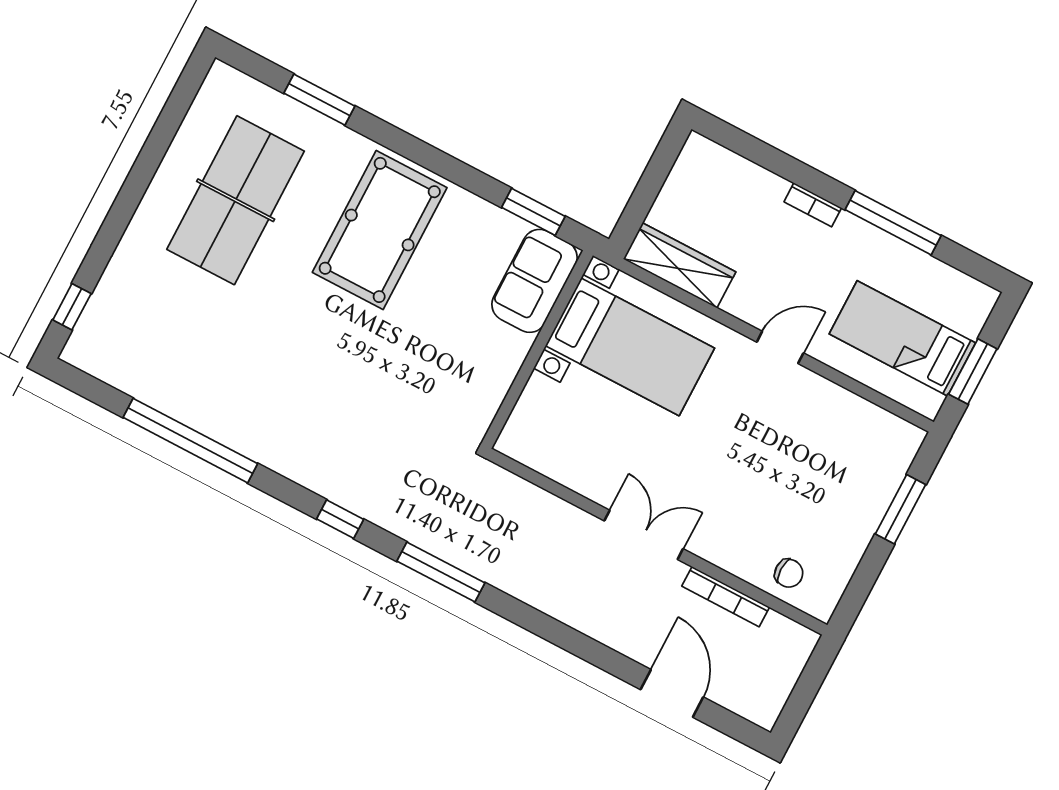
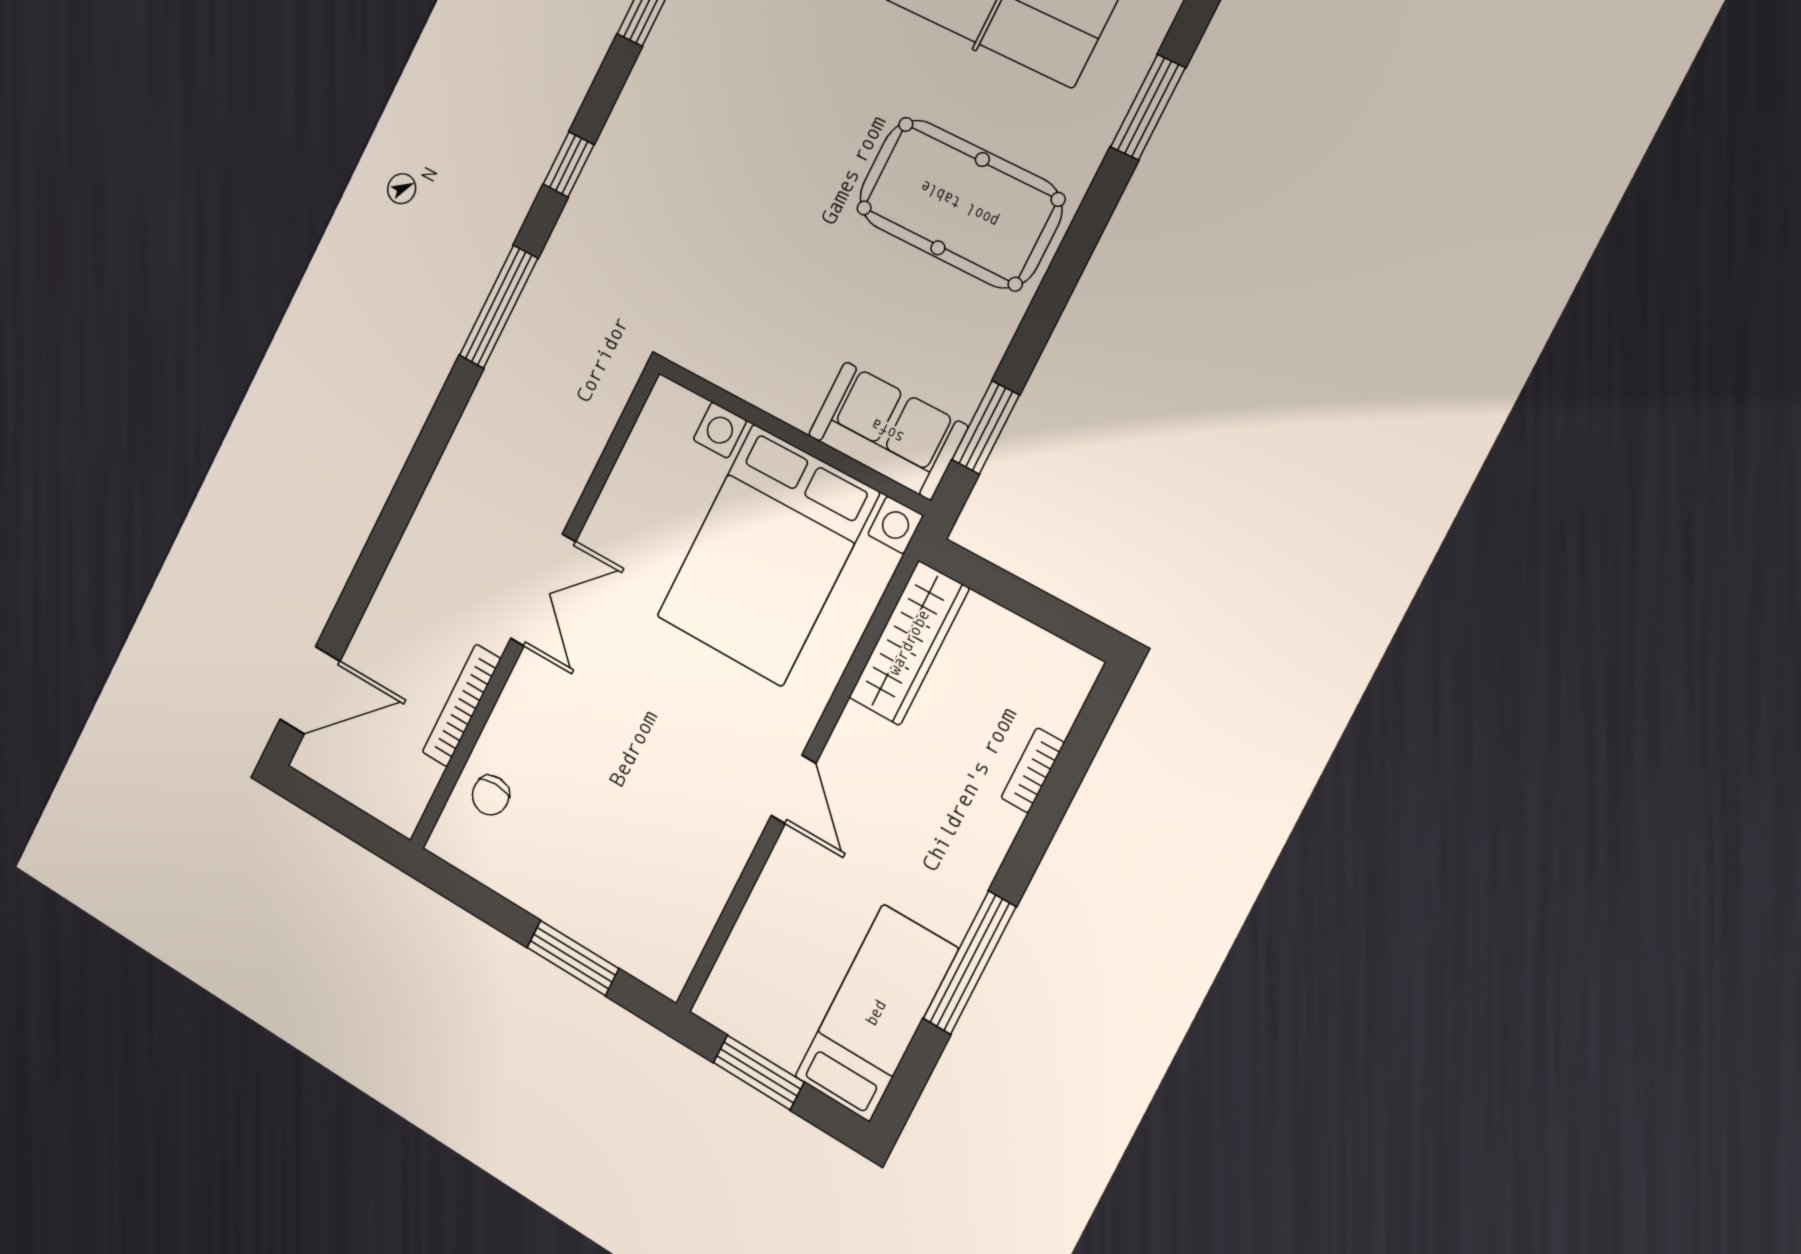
bookcase: (813, 205) -> (1033, 770), moved
bed: (902, 338) -> (876, 1013), moved
bed with nightstands: (630, 347) -> (768, 555), width x1.36
door: (672, 693) -> (310, 690), moved

